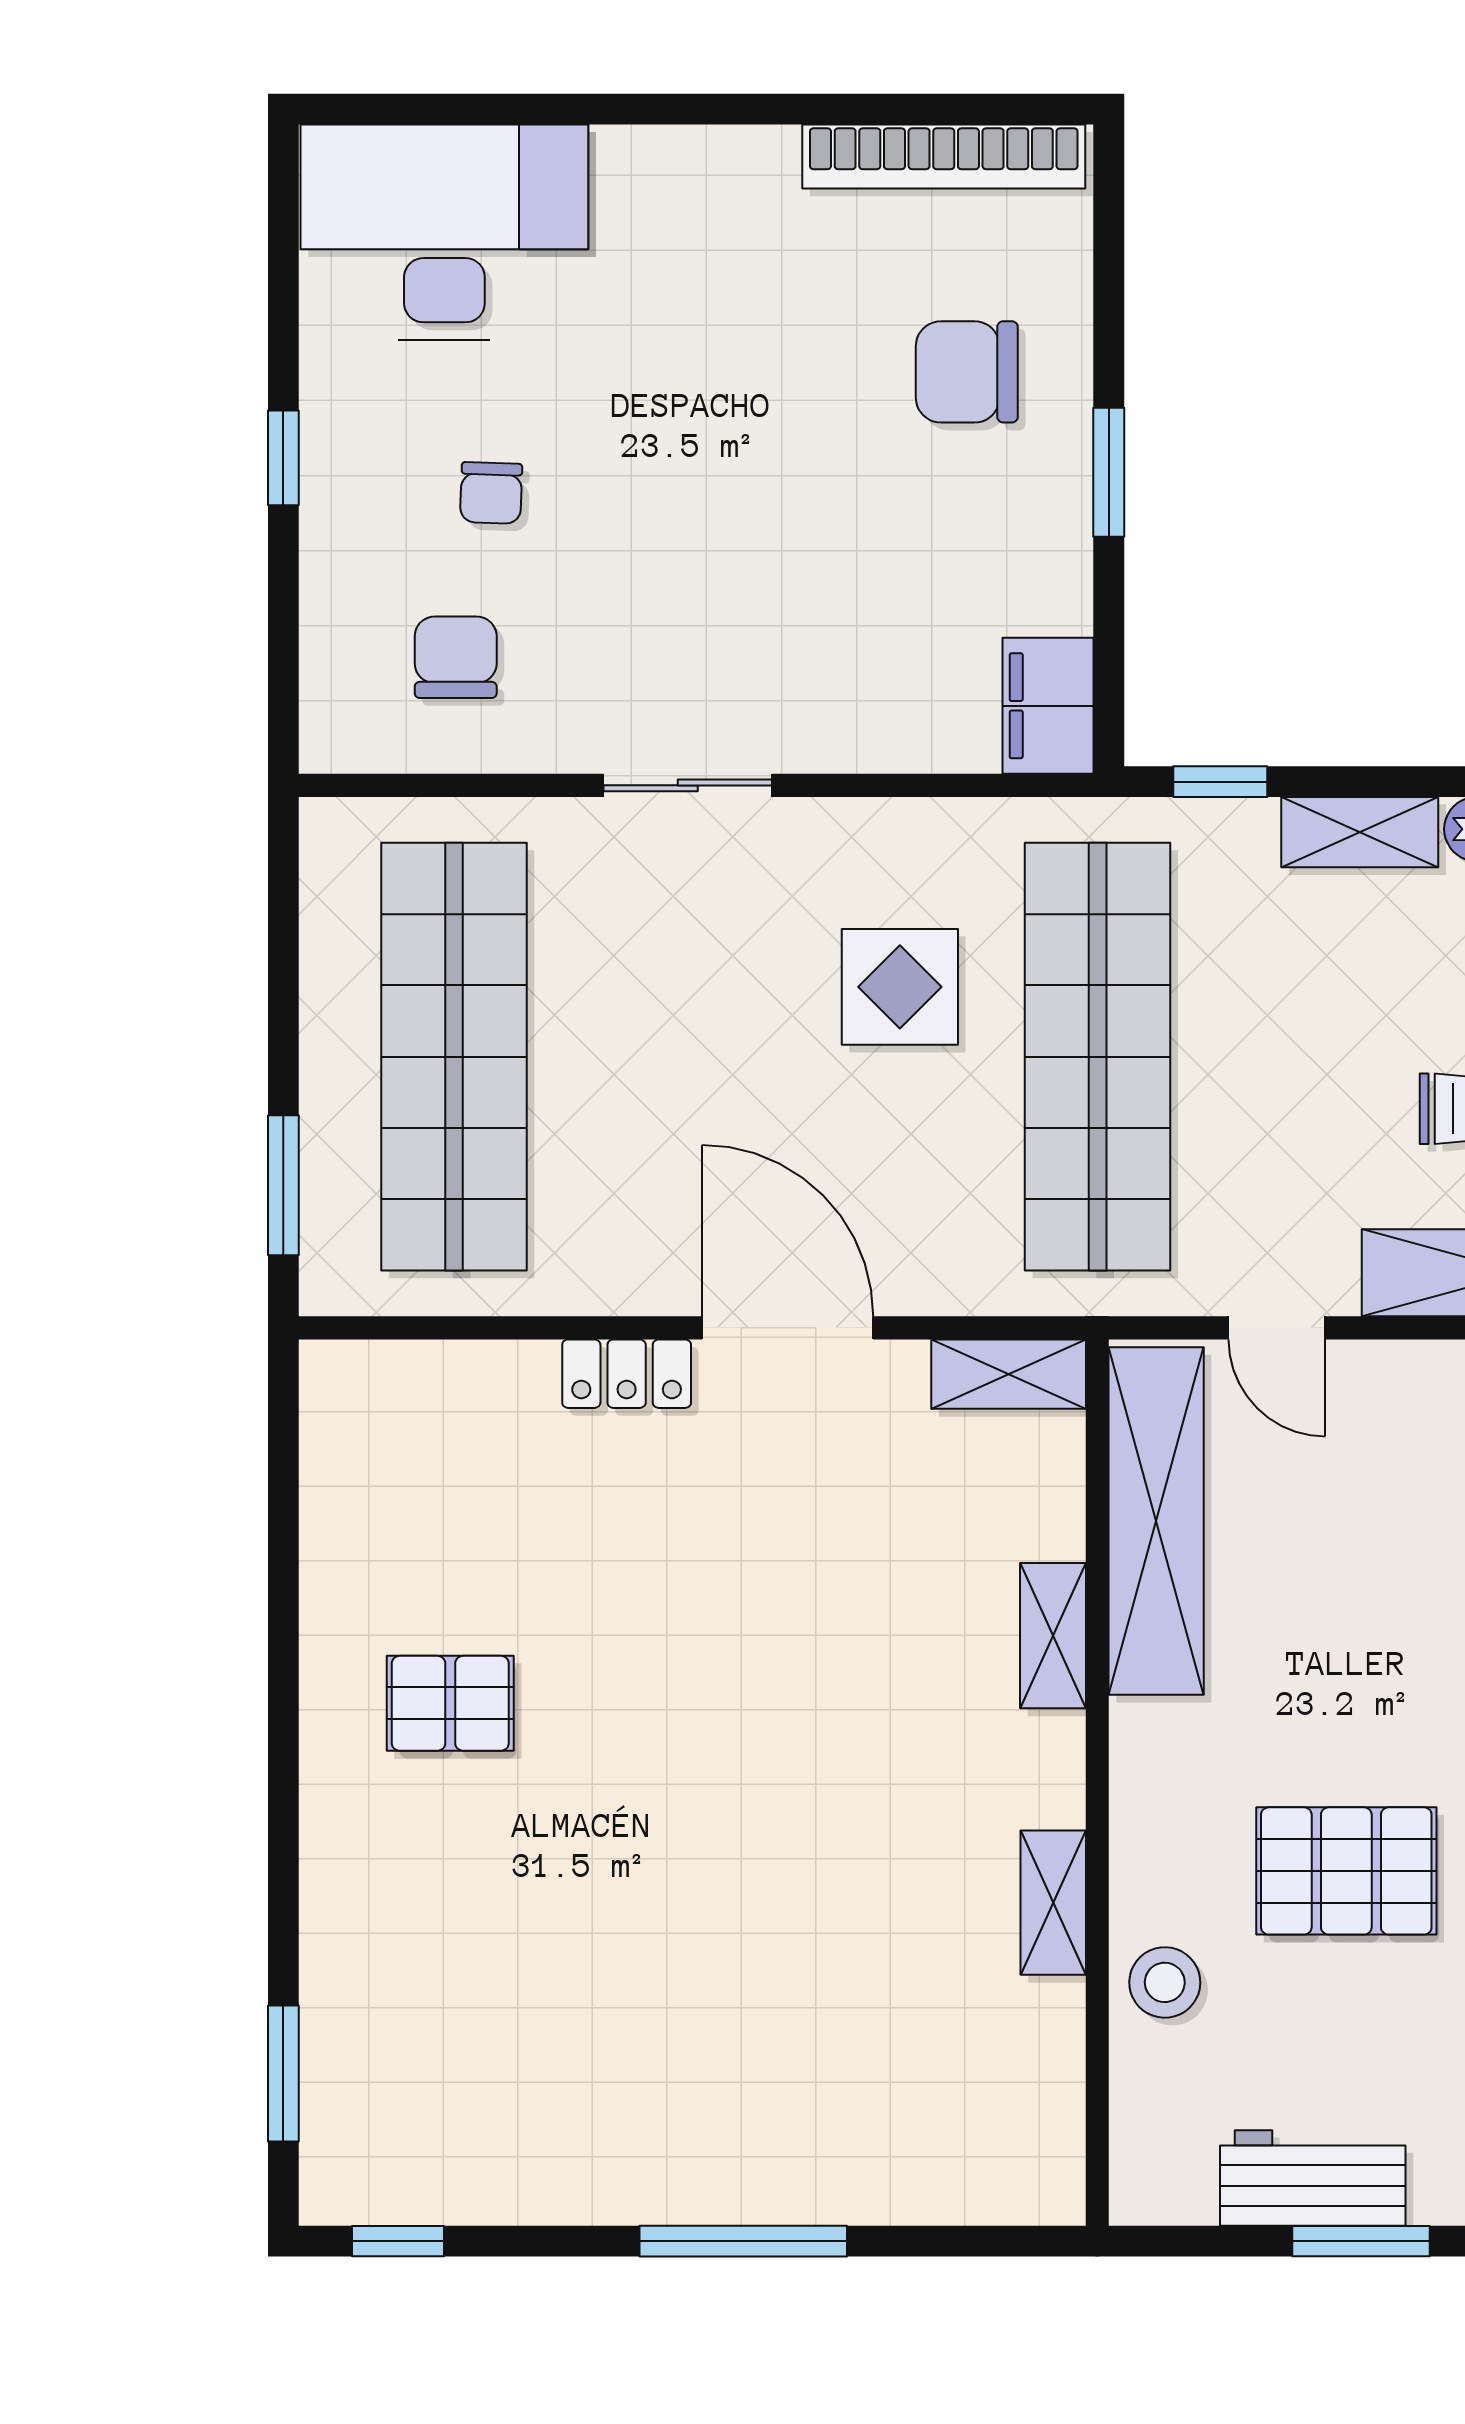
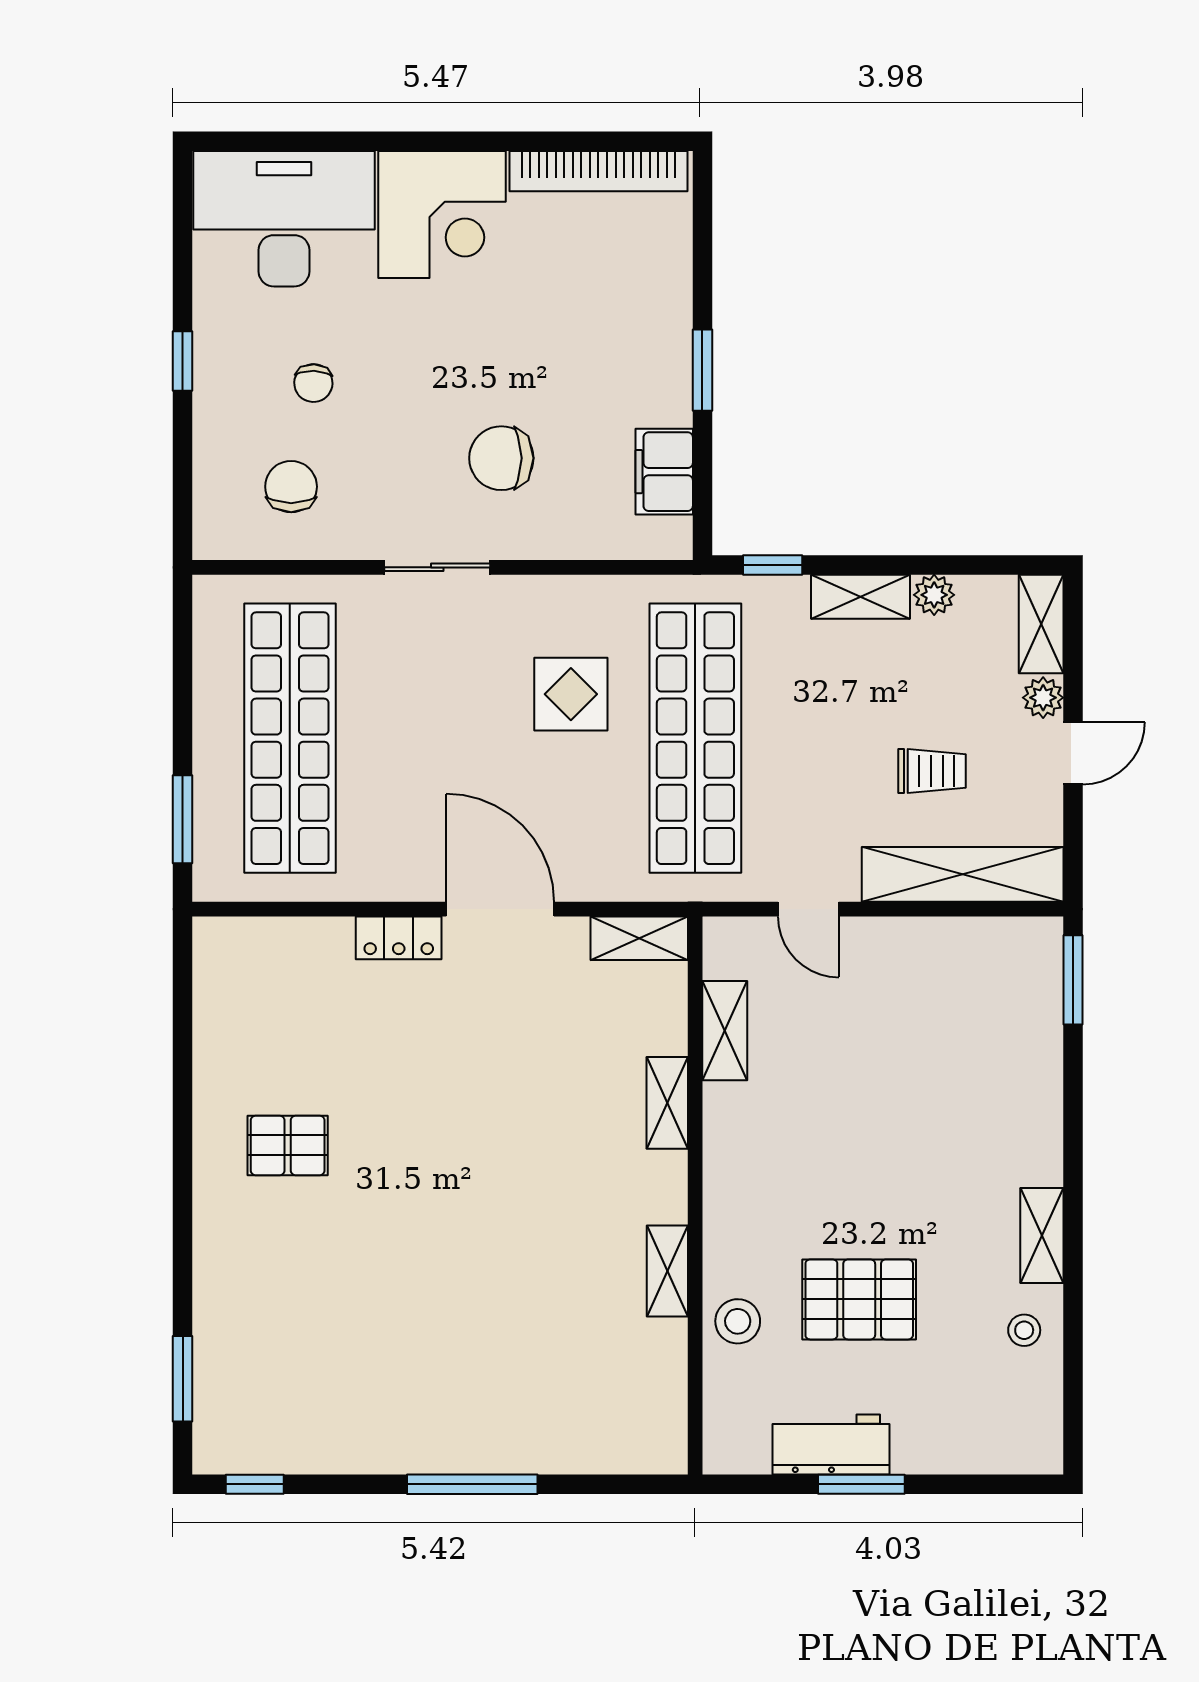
corner desk: (695, 225) -> (442, 215), added
chair: (967, 372) -> (501, 458), moved
filing cabinet: (1048, 706) -> (664, 472), moved
shelving: (1156, 1521) -> (725, 1031), width x0.45, depth x0.75
pallet: (1346, 1871) -> (859, 1299), moved

